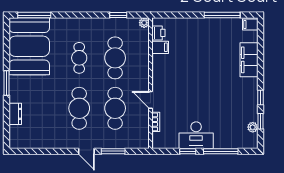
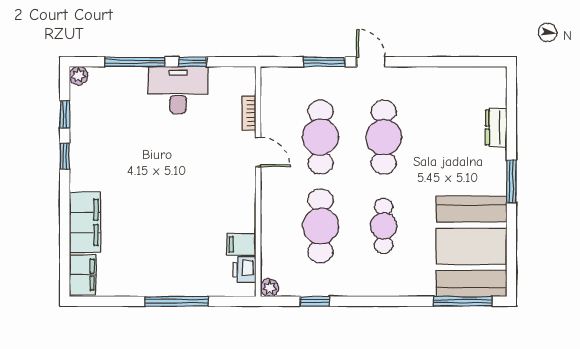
window: (222, 15) -> (177, 301), moved
filing cabinet: (250, 25) -> (83, 275), width x2.00
plant: (253, 127) -> (79, 76), moved

